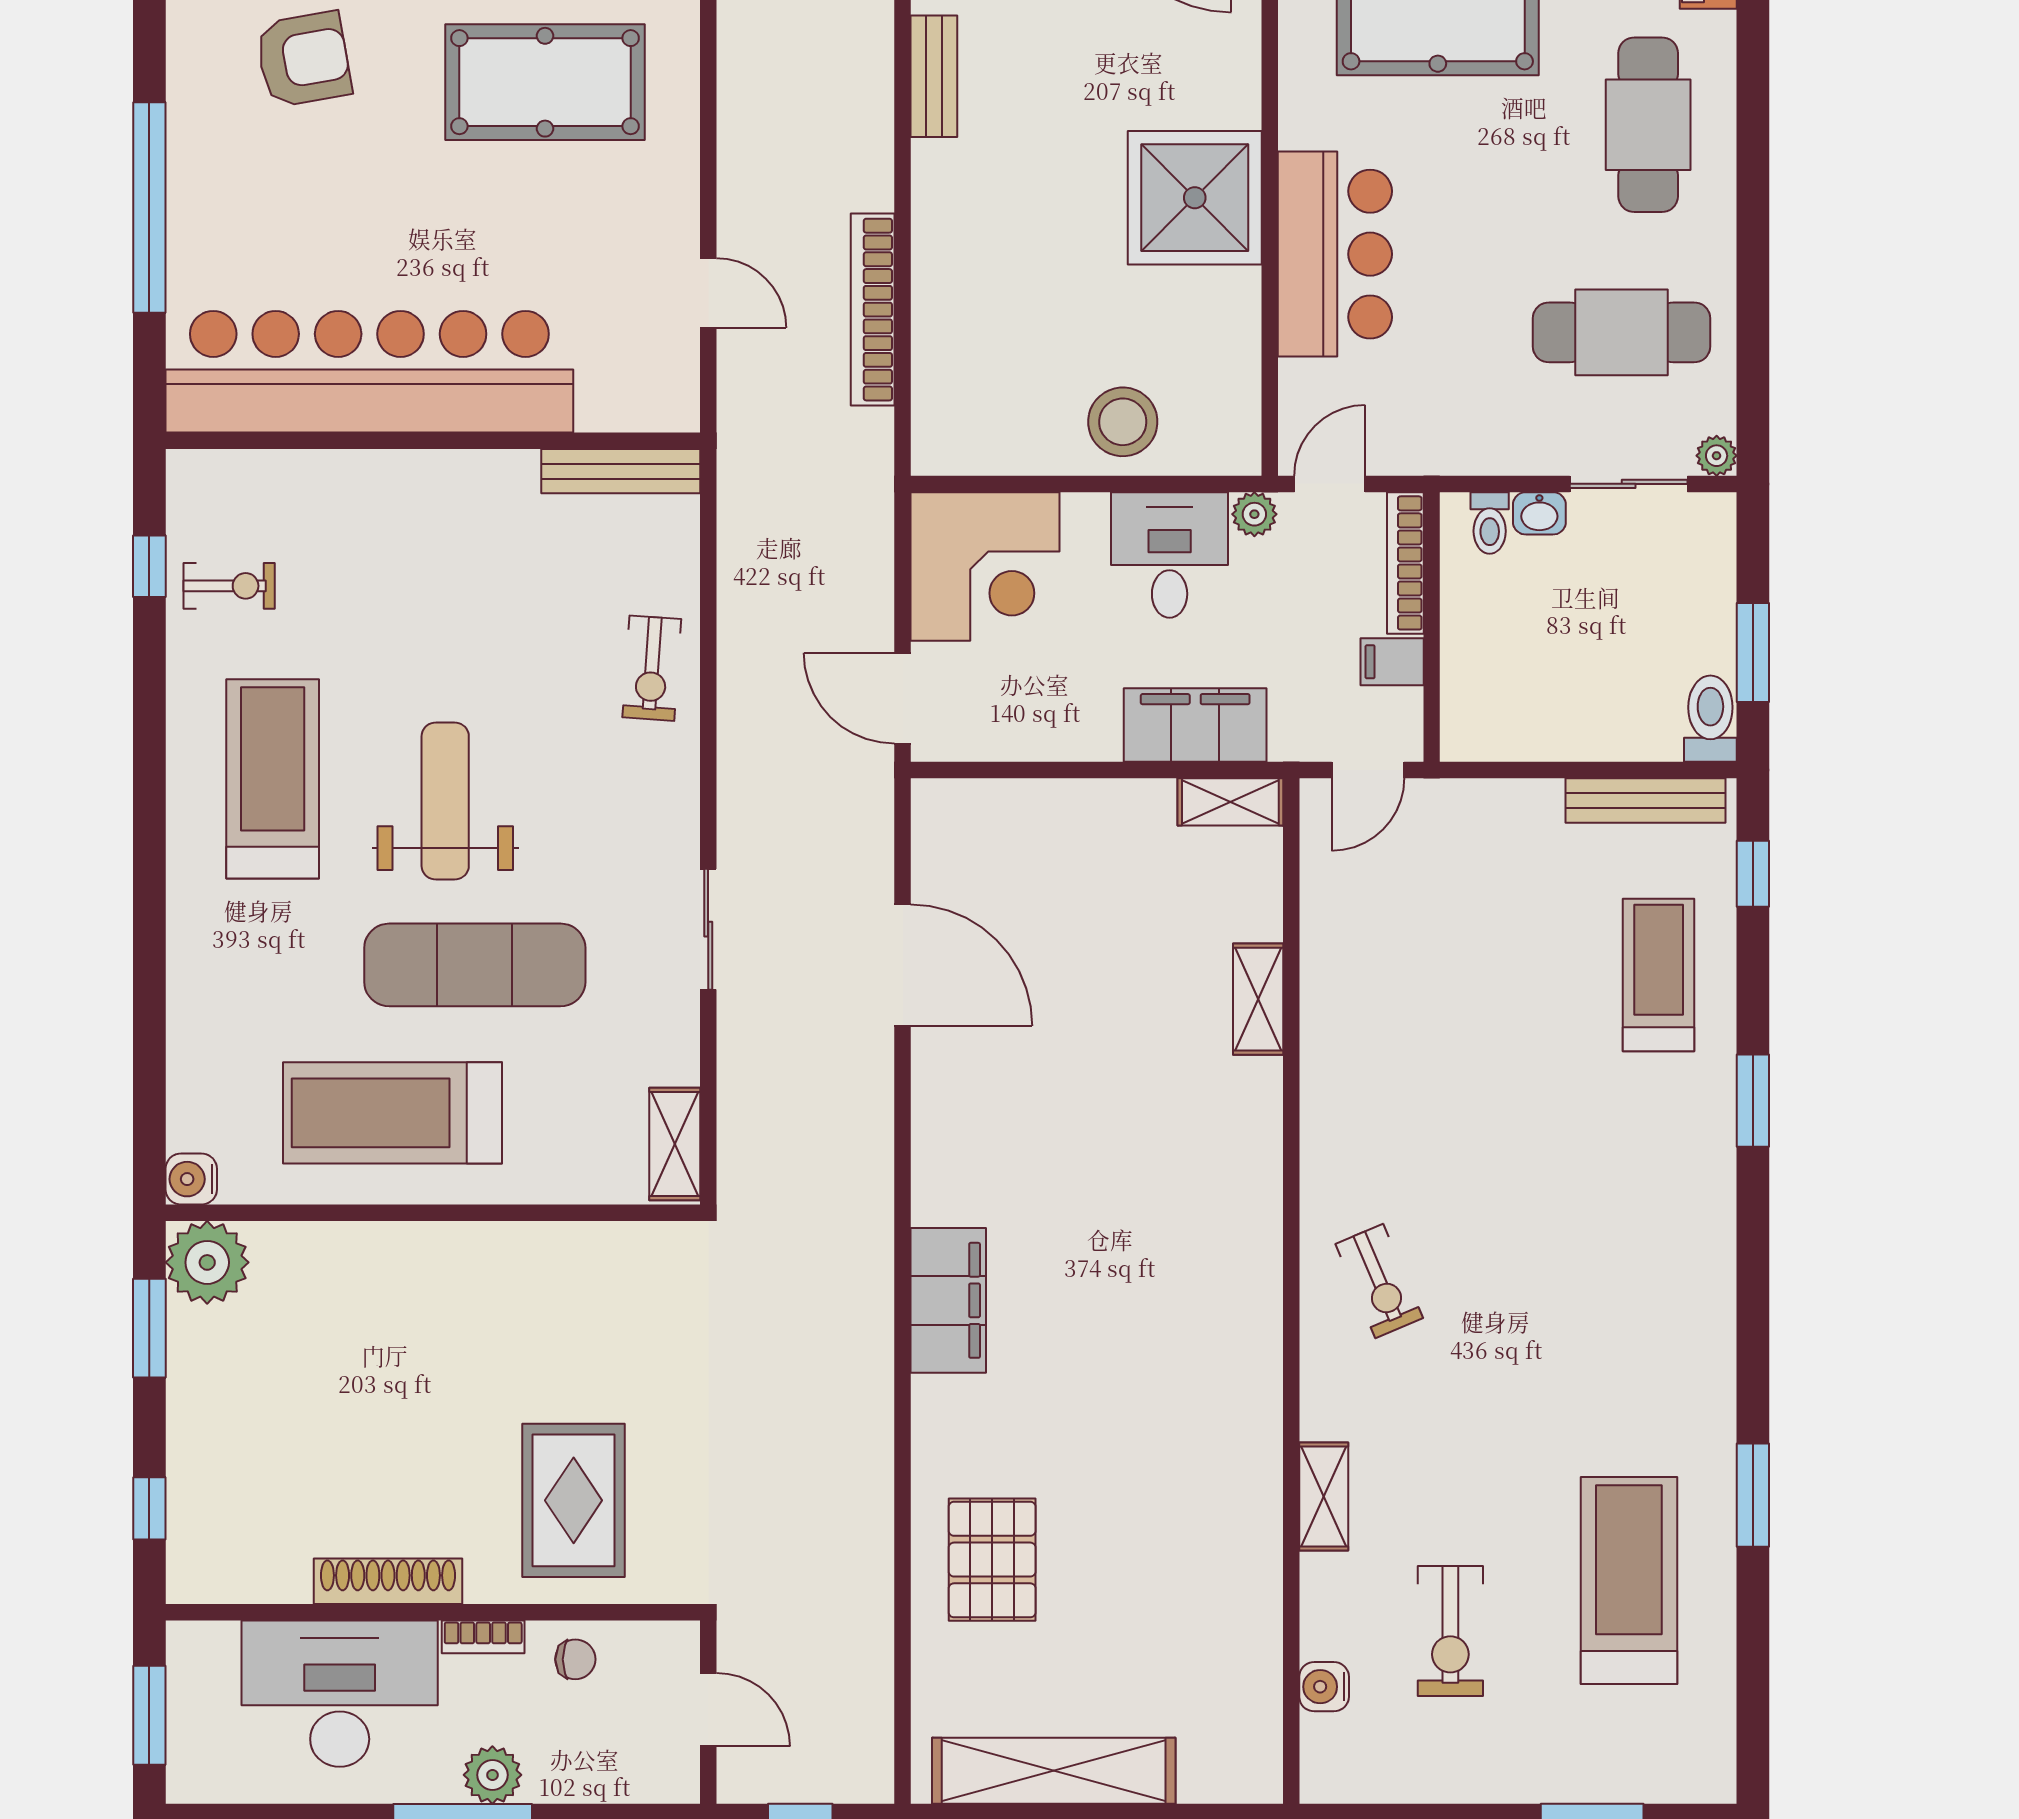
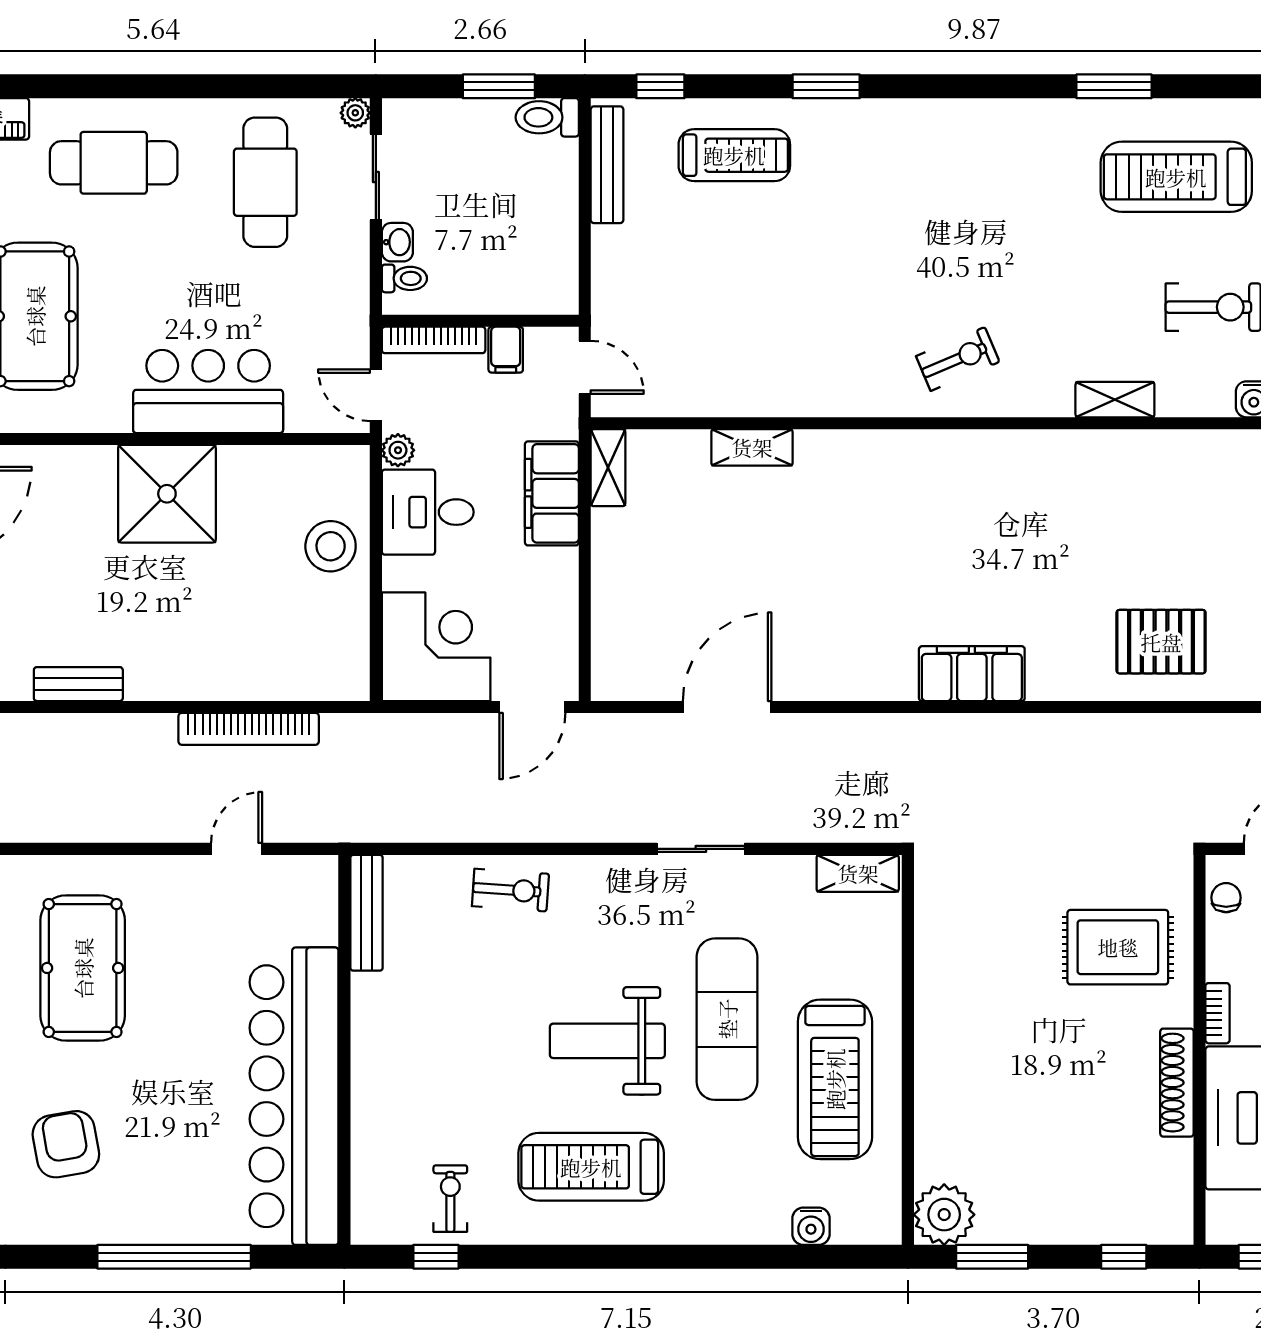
treadmill: (1659, 975) -> (734, 155), turned 180
water cooler: (191, 1179) -> (811, 1226), moved
chair: (575, 1659) -> (1226, 898), moved

